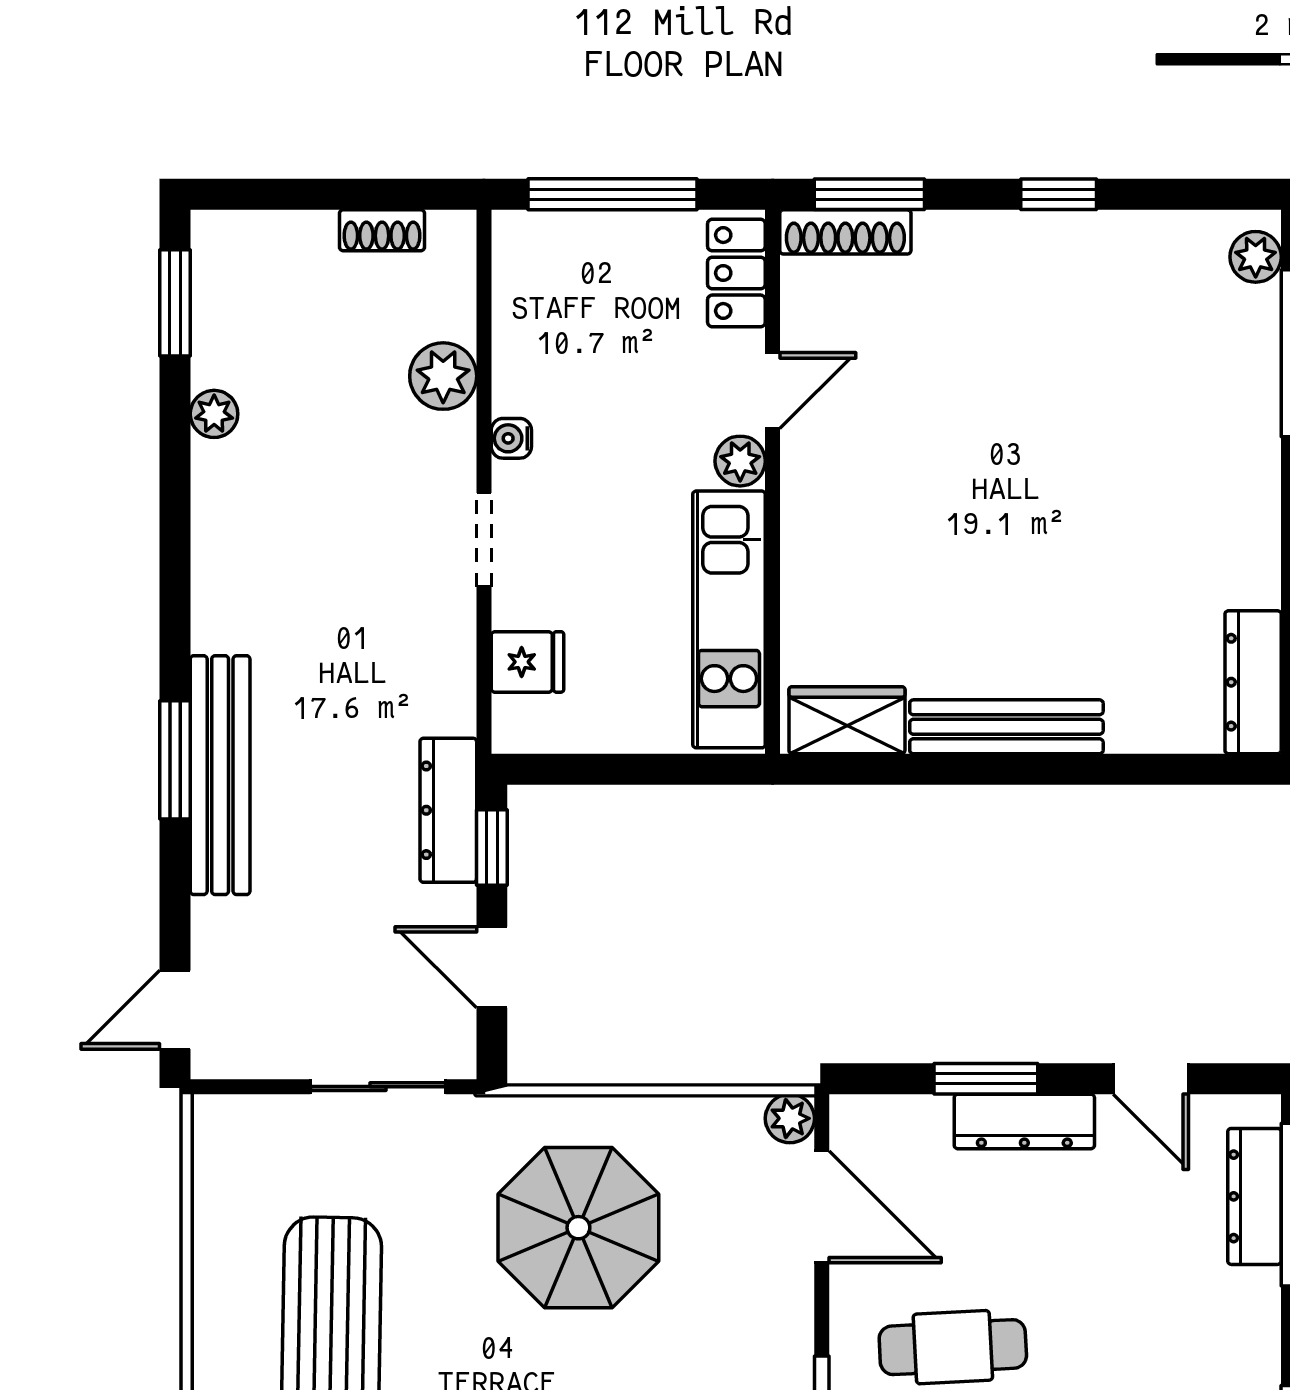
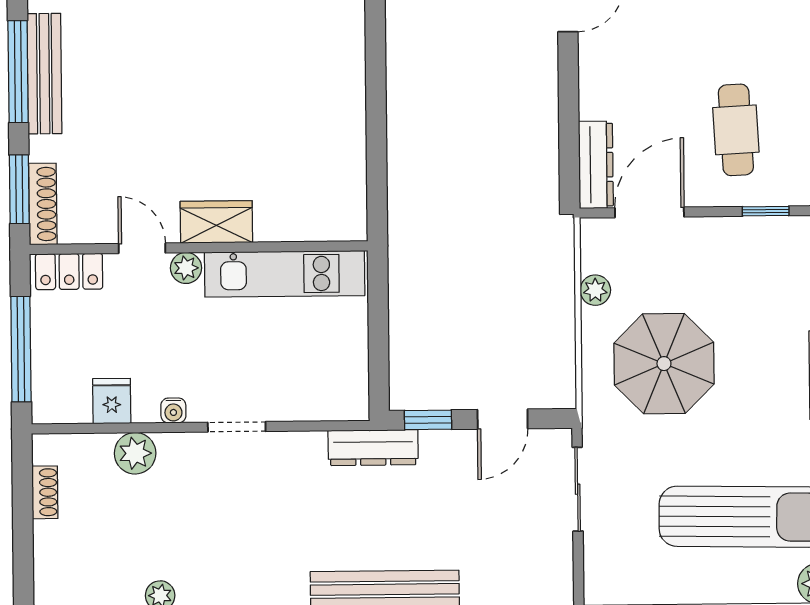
window: (1059, 194) -> (18, 72), width x2.17
fridge: (527, 662) -> (112, 401), moved
wardrobe: (847, 720) -> (216, 222), moved, turned 90
bench: (1006, 727) -> (44, 74), moved
dresser: (448, 810) -> (373, 448), moved
window: (986, 1079) -> (569, 111), removed
plant: (790, 1118) -> (595, 290), moved
dresser: (1024, 1121) -> (596, 165), moved

